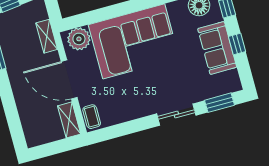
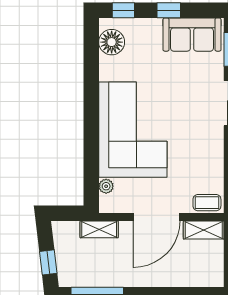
plant: (79, 39) -> (106, 186), width x0.53, depth x0.53
sofa: (217, 48) -> (192, 35), moved

